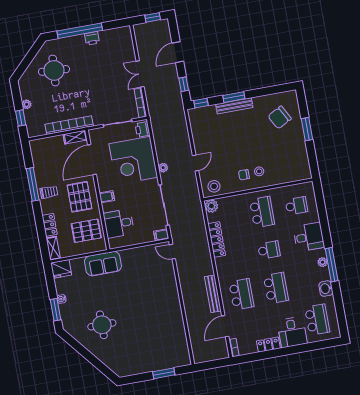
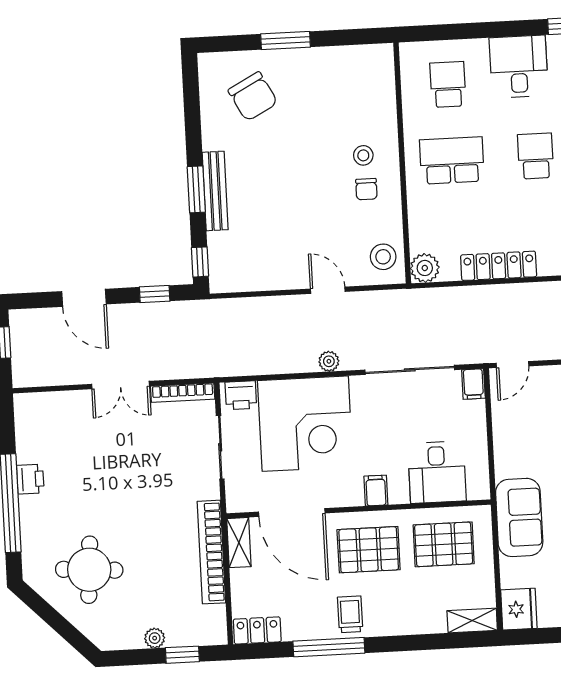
locker: (50, 225) -> (257, 630), moved
pallet: (86, 231) -> (444, 544), turned 90

